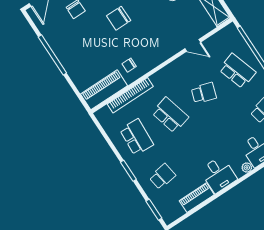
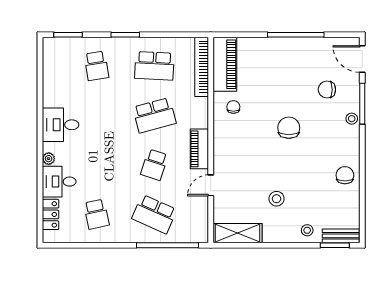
school desk: (237, 71) -> (154, 214), turned 42
bookcase: (130, 95) -> (202, 67), moved
piano: (197, 198) -> (199, 149), moved, turned 180

